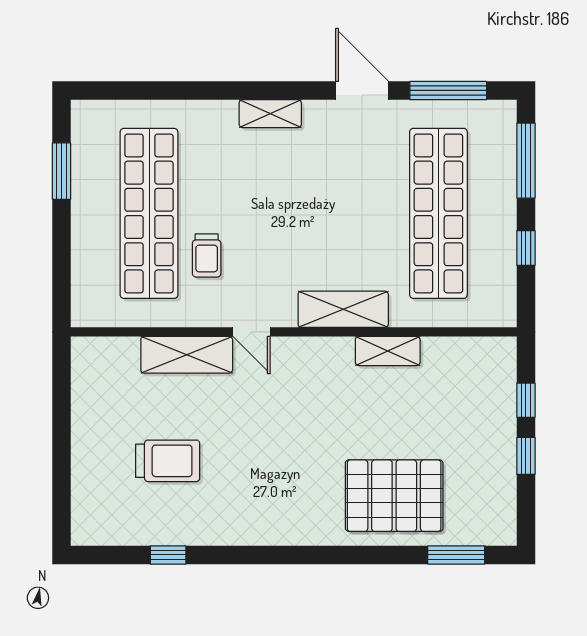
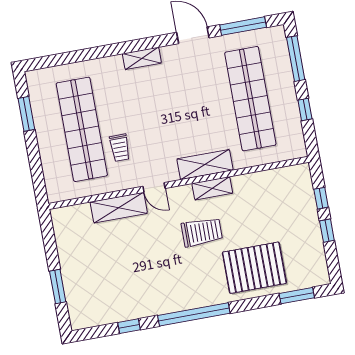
shelving: (388, 351) -> (212, 188), moved
trolley: (168, 461) -> (202, 232), moved
window: (62, 467) -> (58, 286), added
window: (279, 555) -> (194, 314), added

